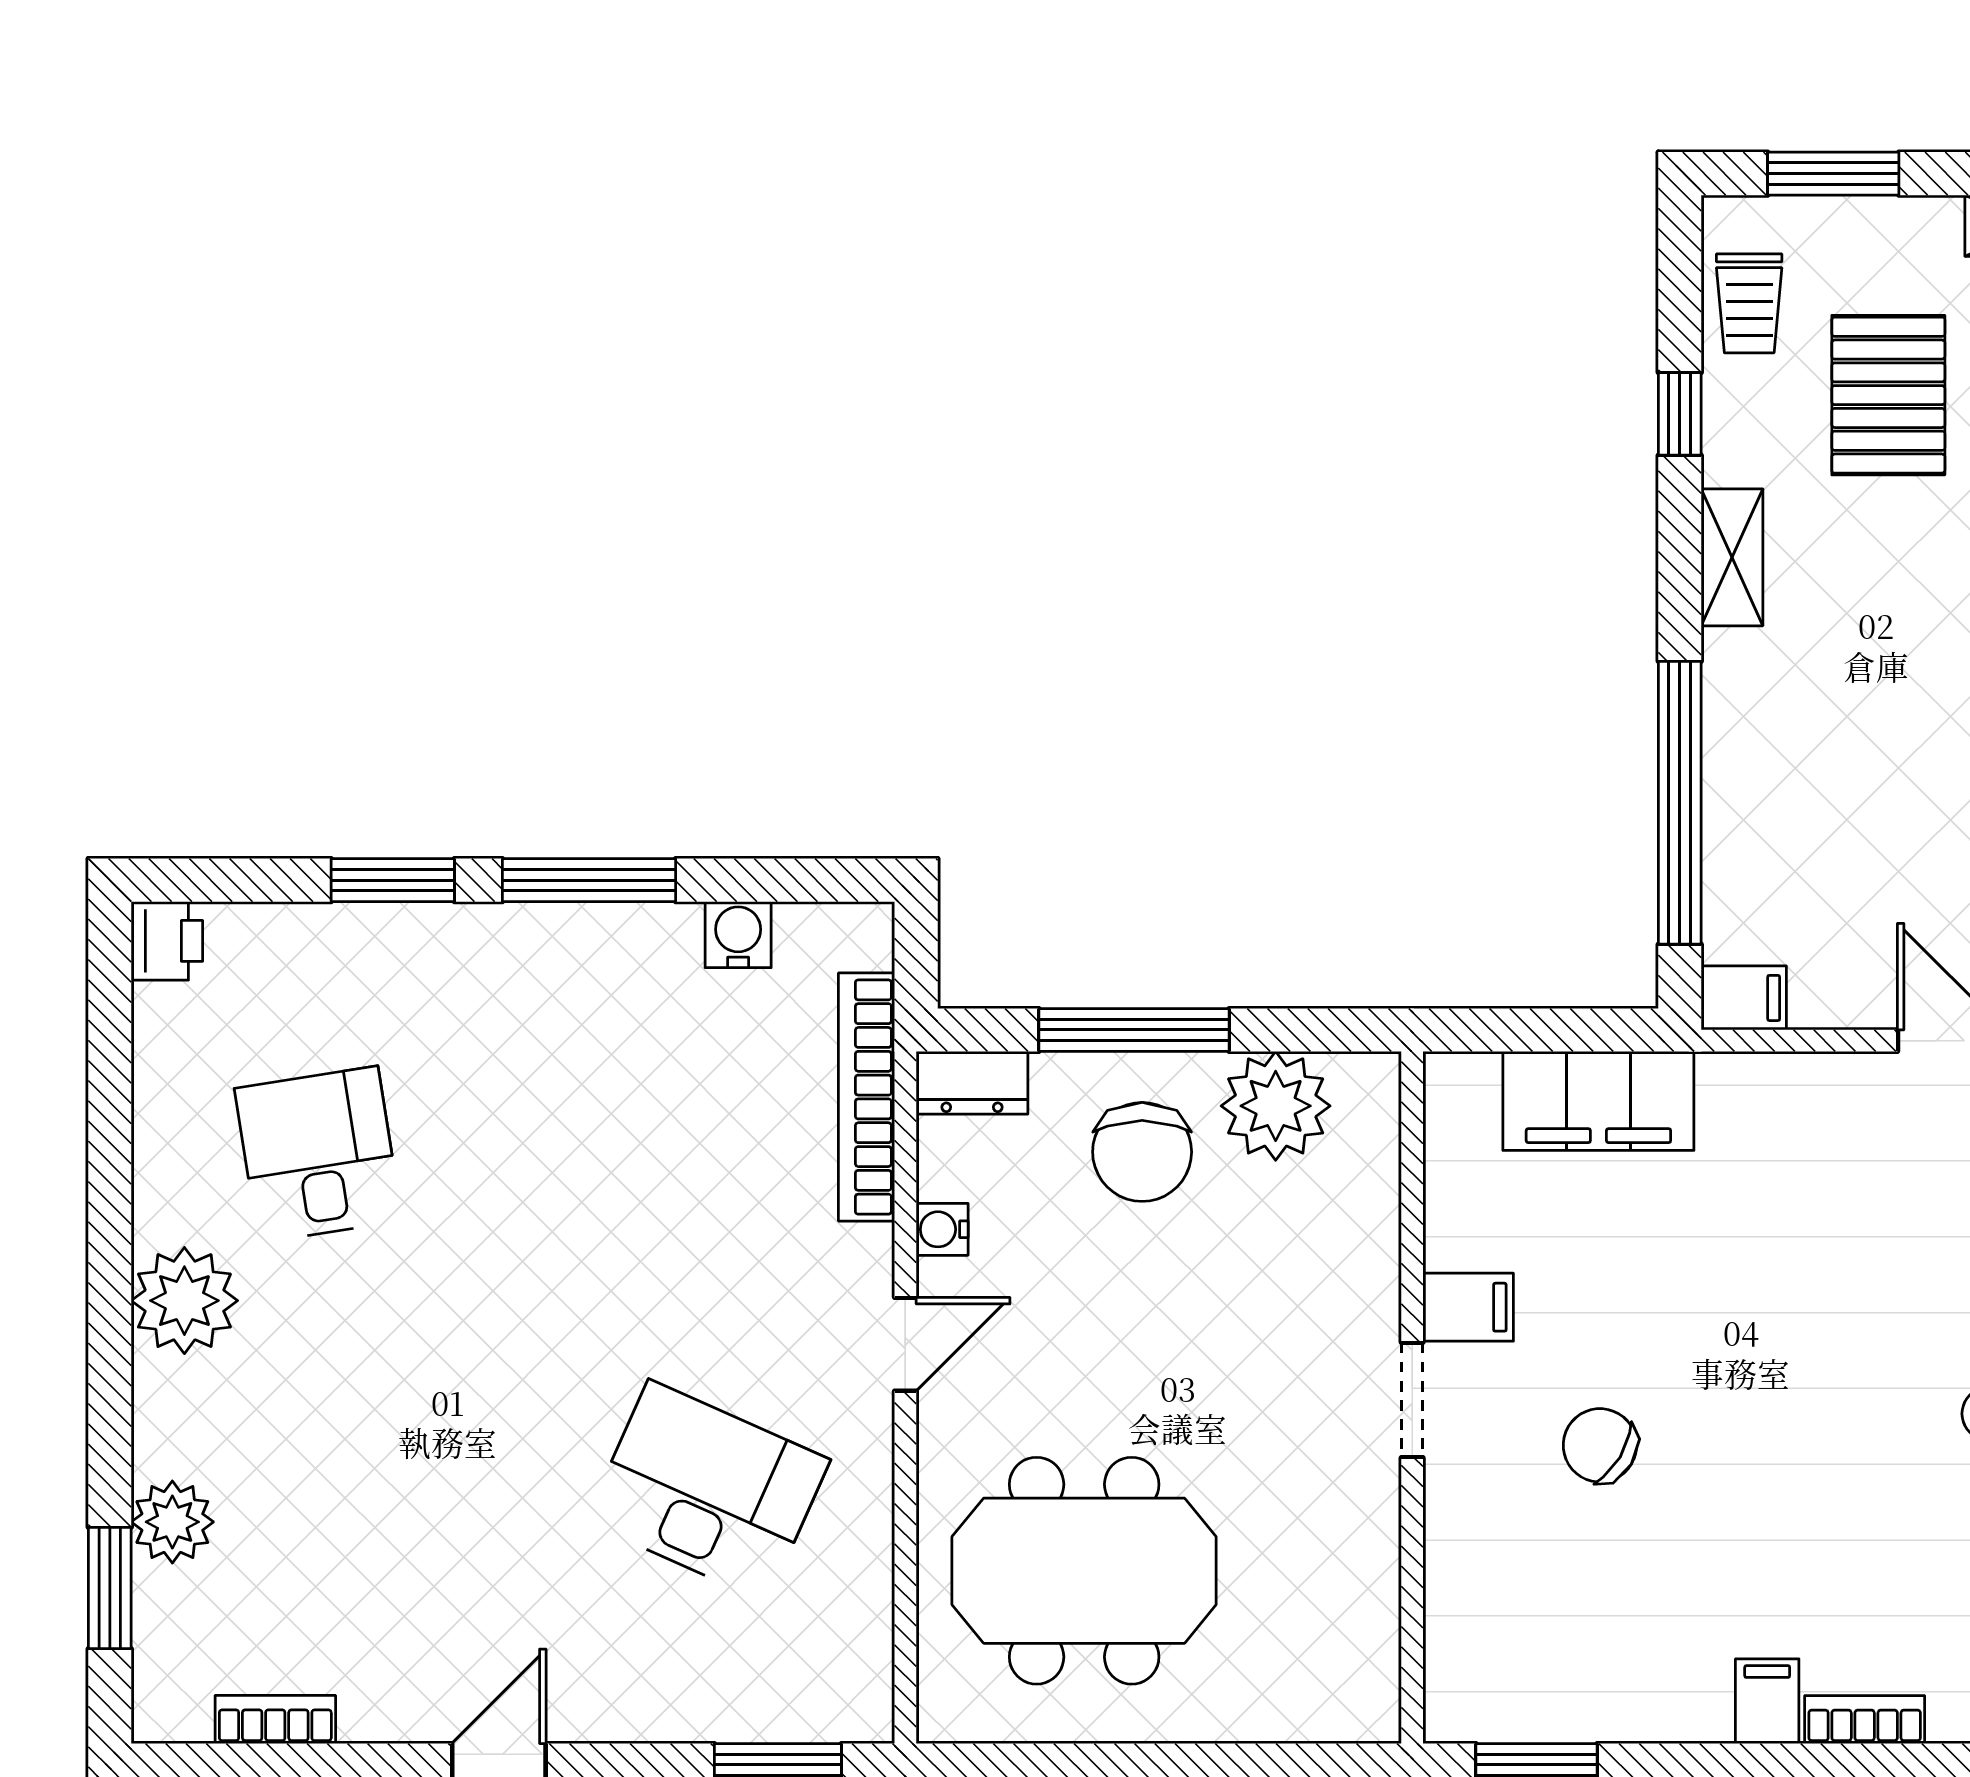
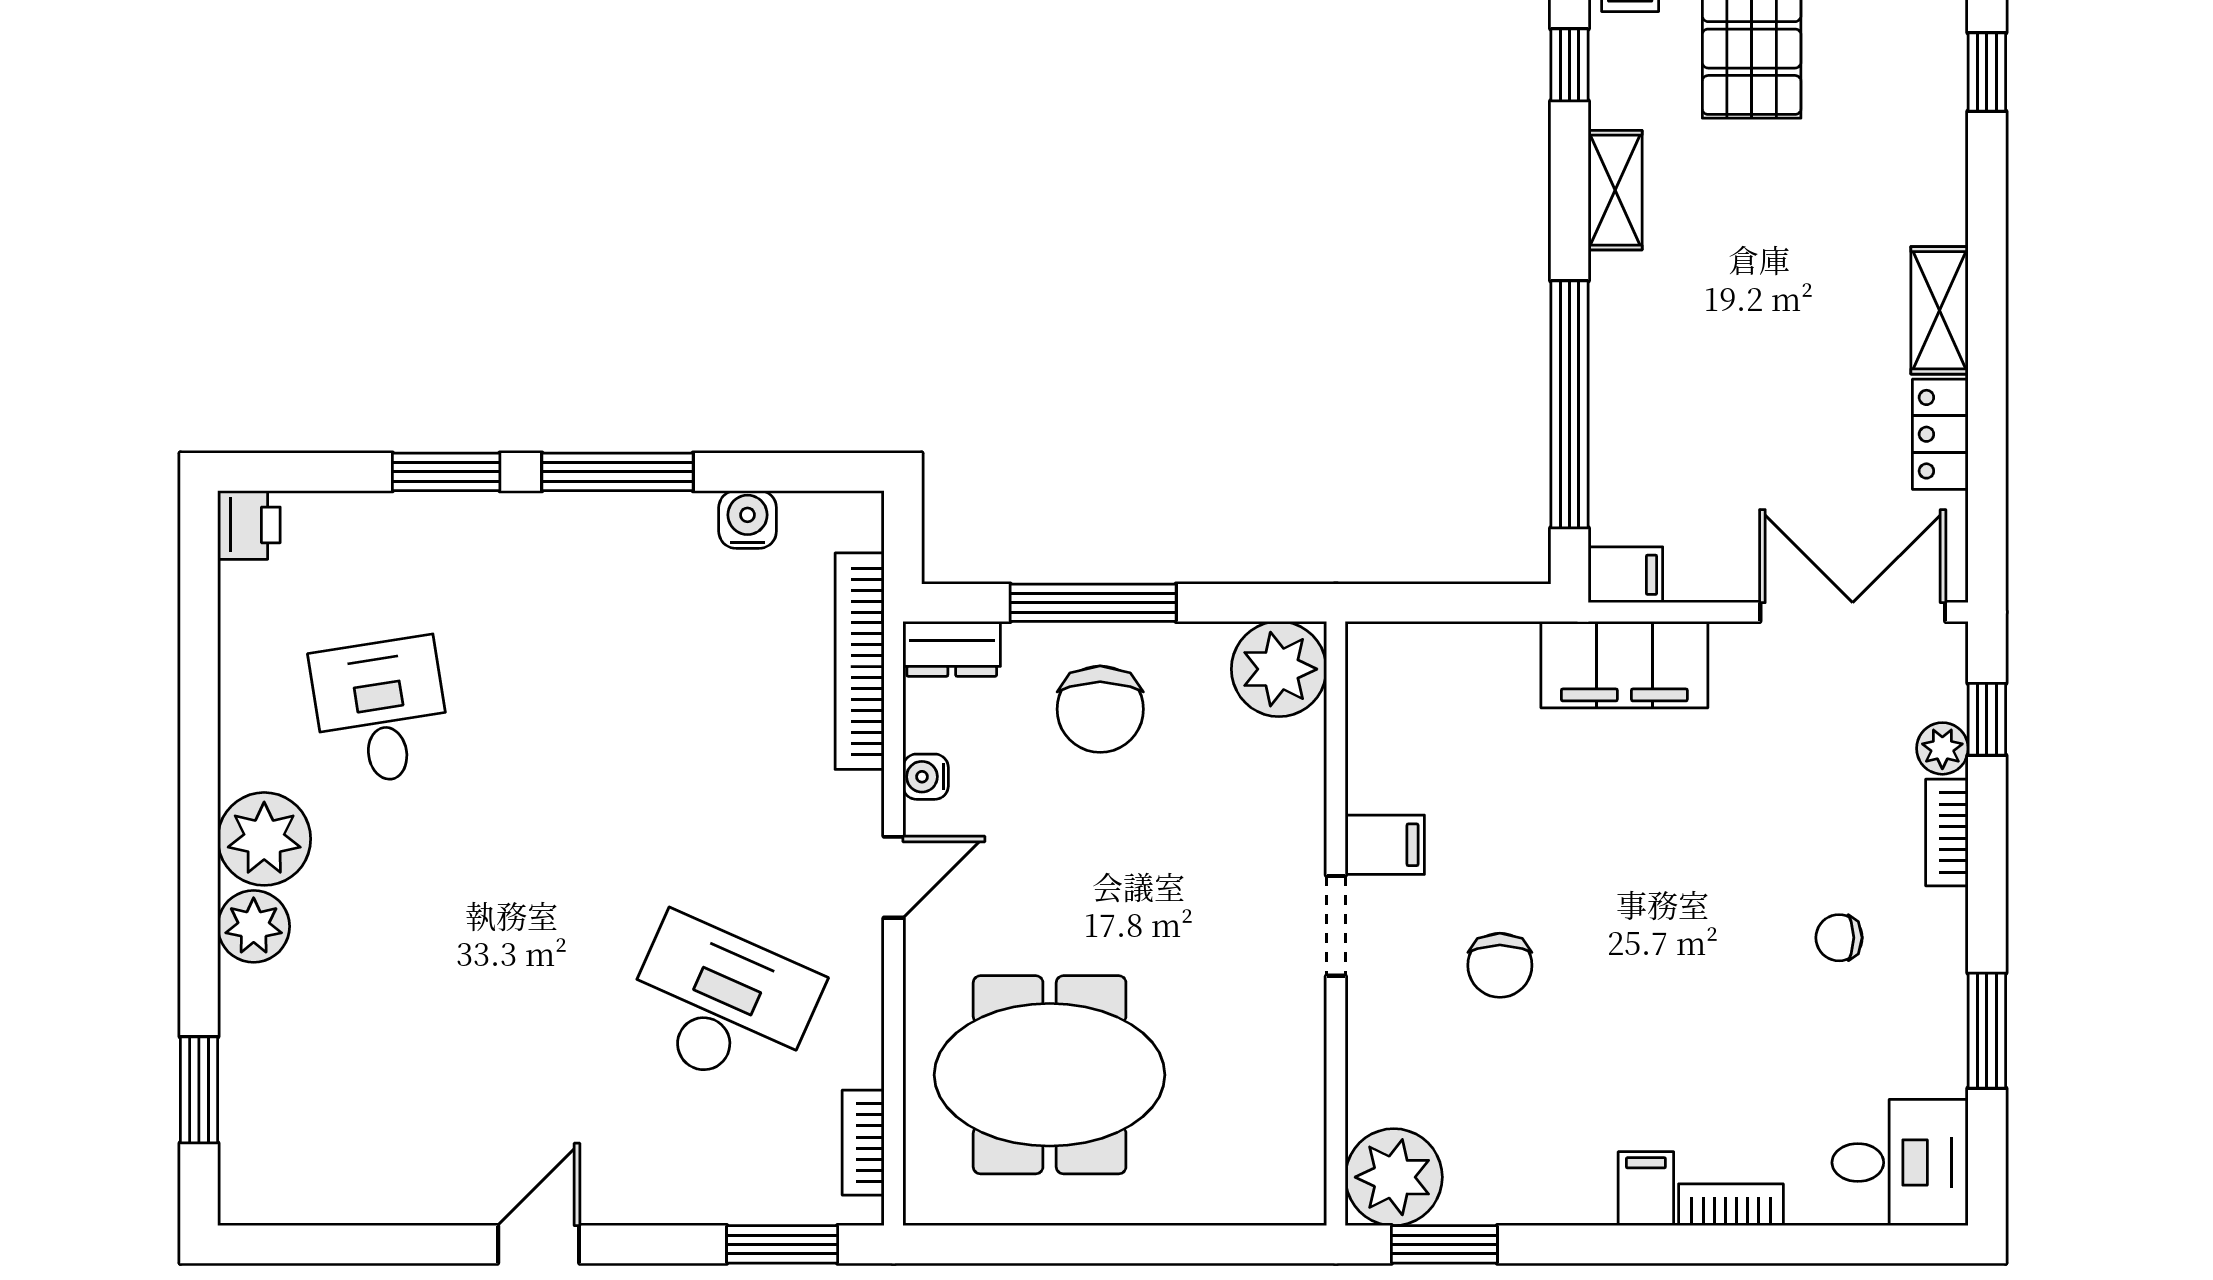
filing cabinet: (1598, 1101) -> (1624, 665), moved
plant: (1276, 1106) -> (1279, 669), moved
chair: (1600, 1445) -> (1500, 965), turned -121
plant: (172, 1522) -> (254, 926), moved
plant: (1478, 1688) -> (1394, 1177), added
bookcase: (275, 1719) -> (863, 1143), moved, turned -90

